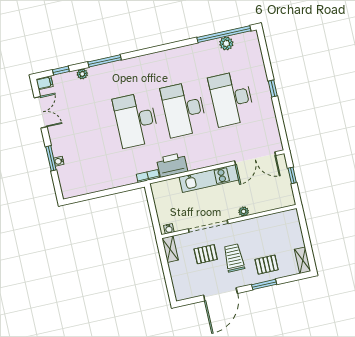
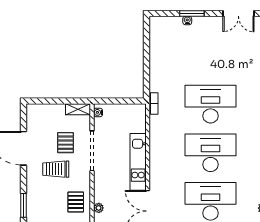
printer: (172, 165) -> (159, 129), removed
plant: (244, 211) -> (99, 208), moved
trolley: (234, 258) -> (56, 169), turned 180
pallet: (267, 265) -> (76, 202), moved
window: (264, 284) -> (24, 205), moved

